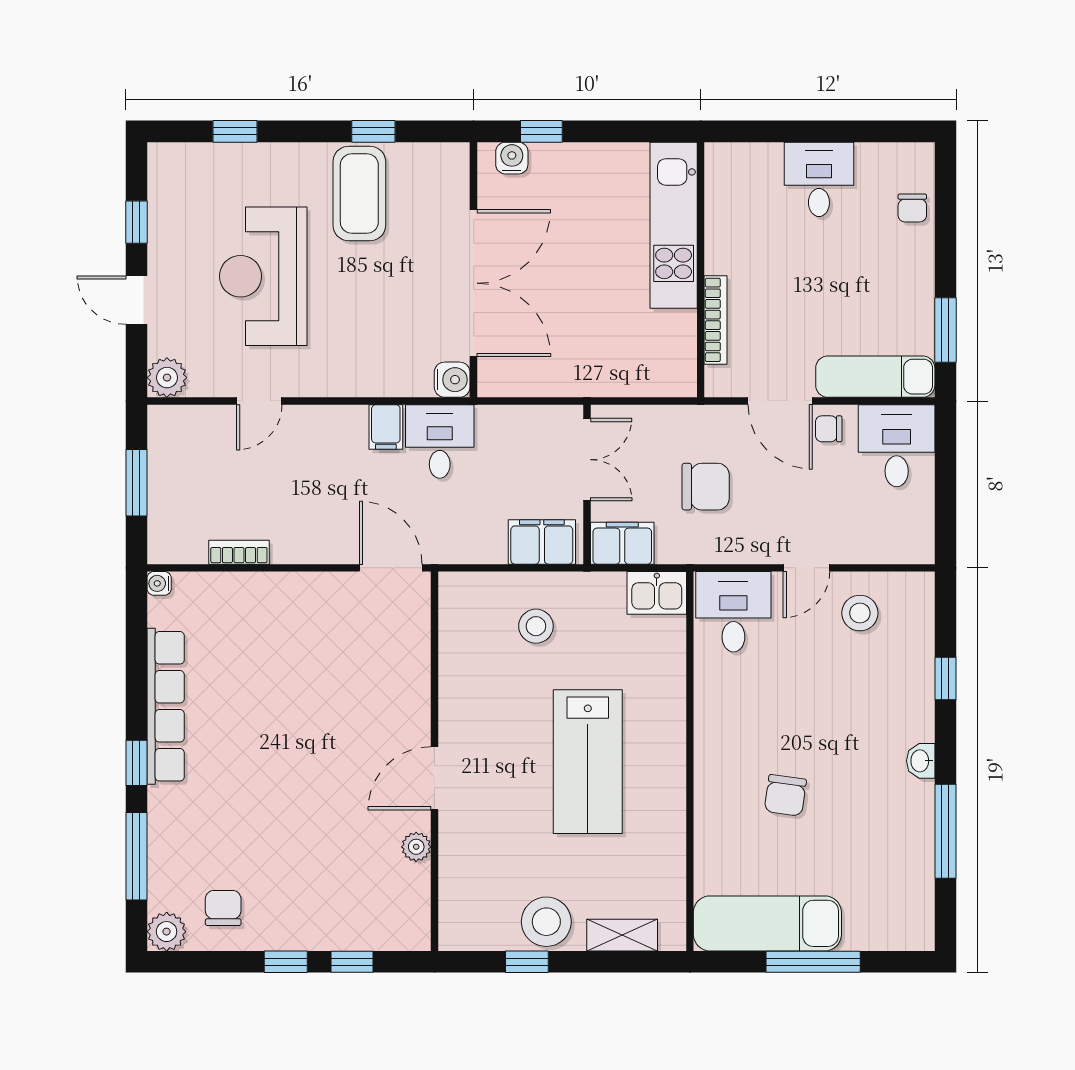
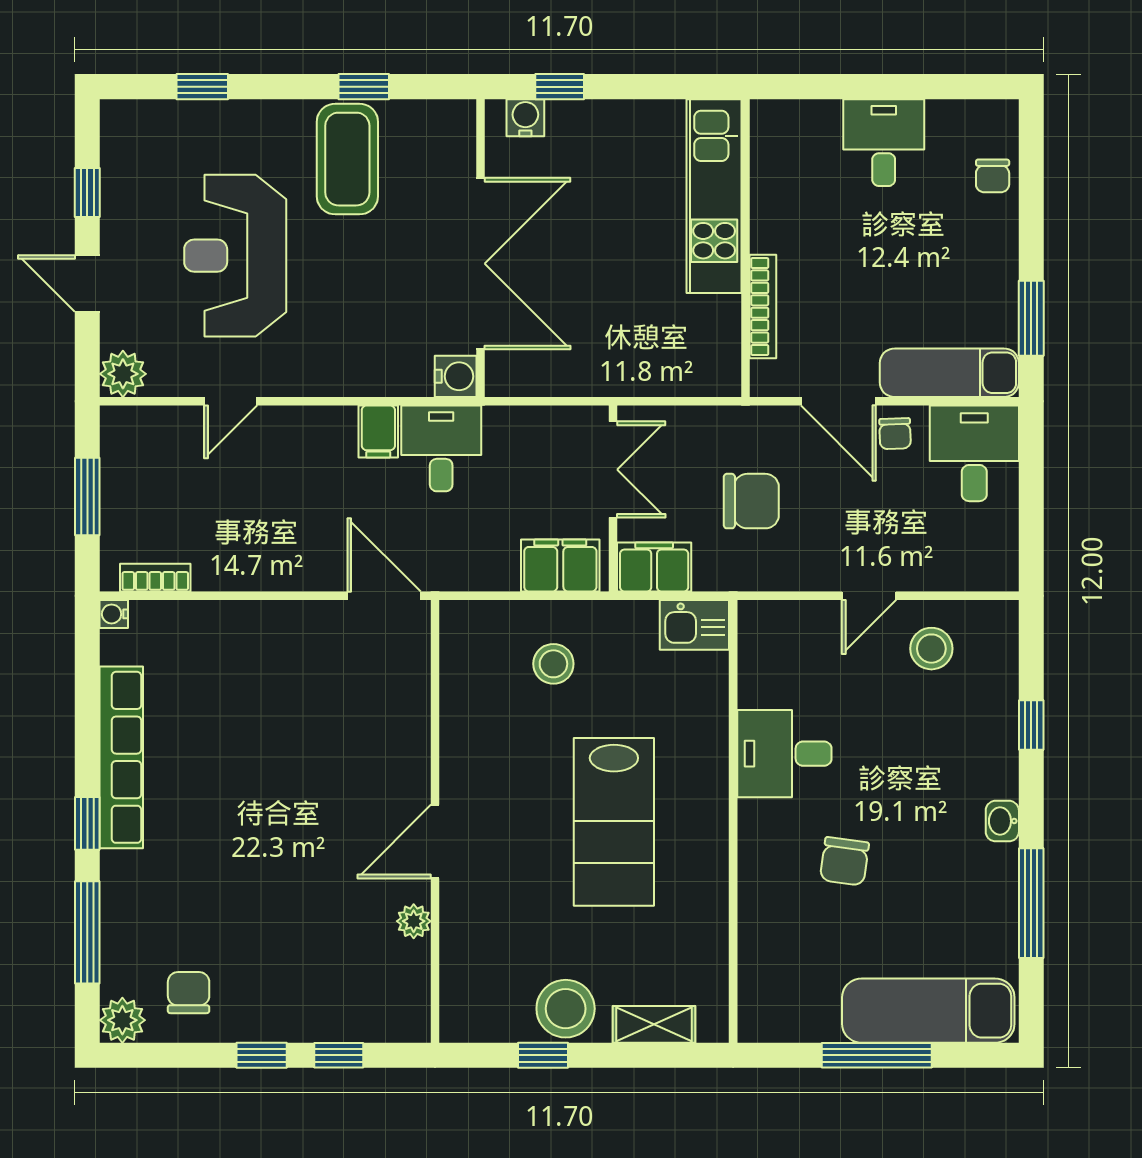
chair: (829, 429) -> (895, 434), turned -92
bookcase: (239, 552) -> (155, 578), moved
desk: (733, 612) -> (784, 754), moved, turned -90
exam couch: (767, 923) -> (928, 1011), moved

